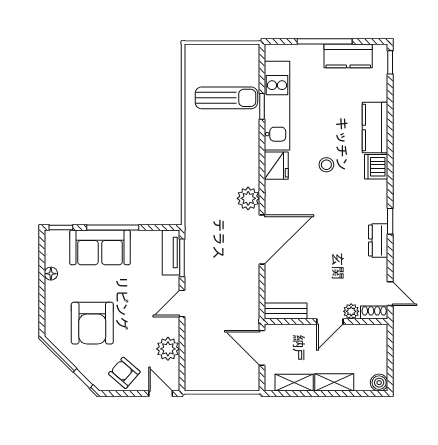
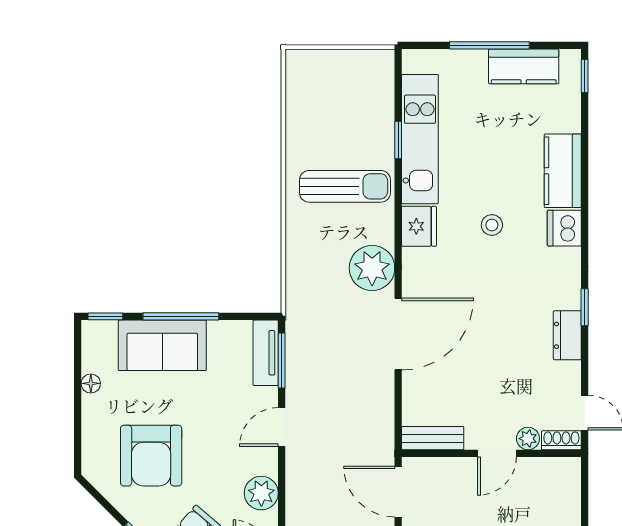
sun lounger: (226, 98) -> (345, 186), moved
plant: (248, 198) -> (372, 268), width x1.36, depth x1.36

